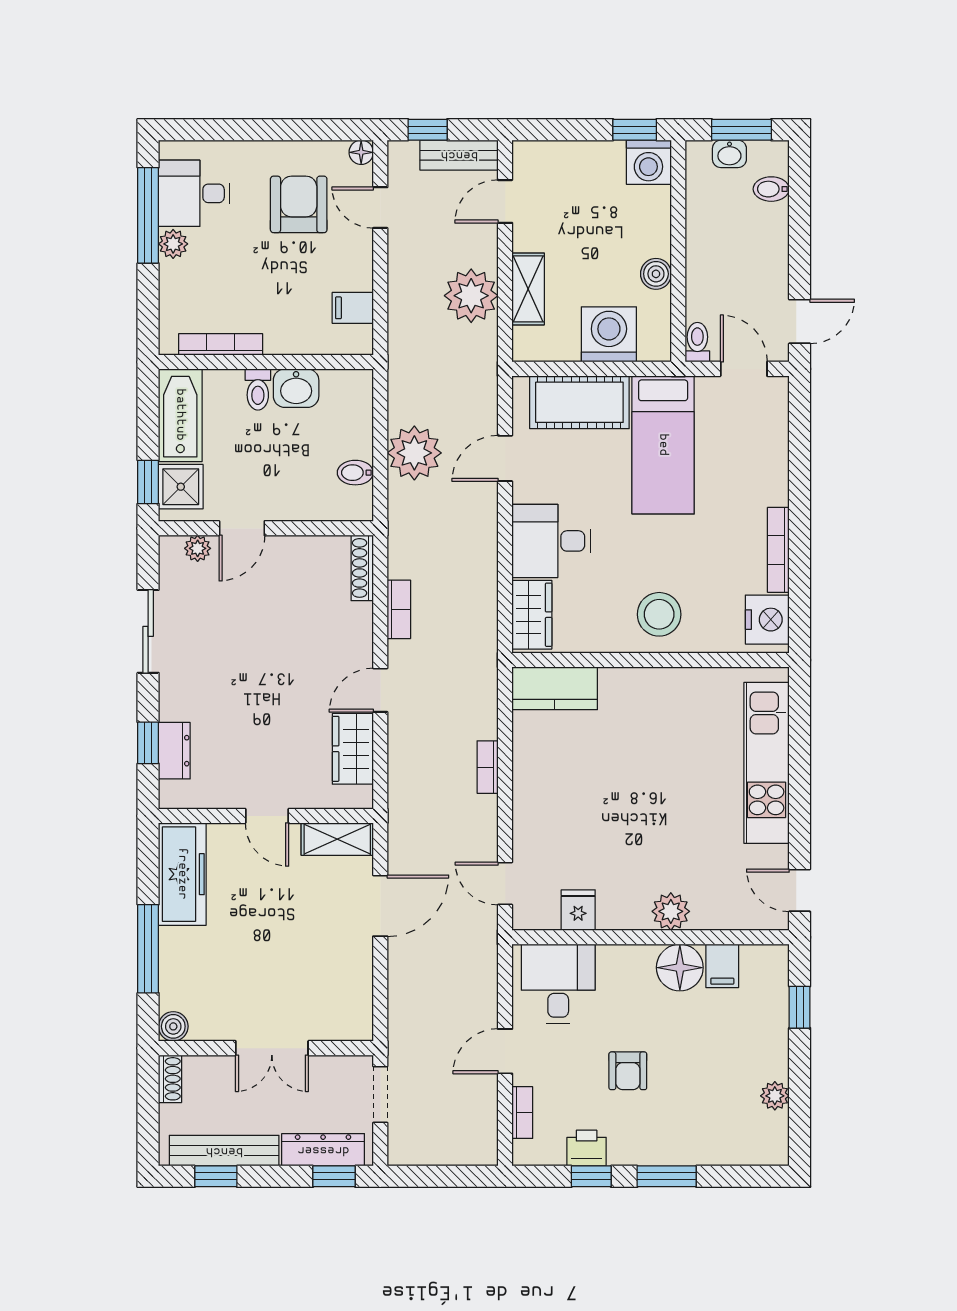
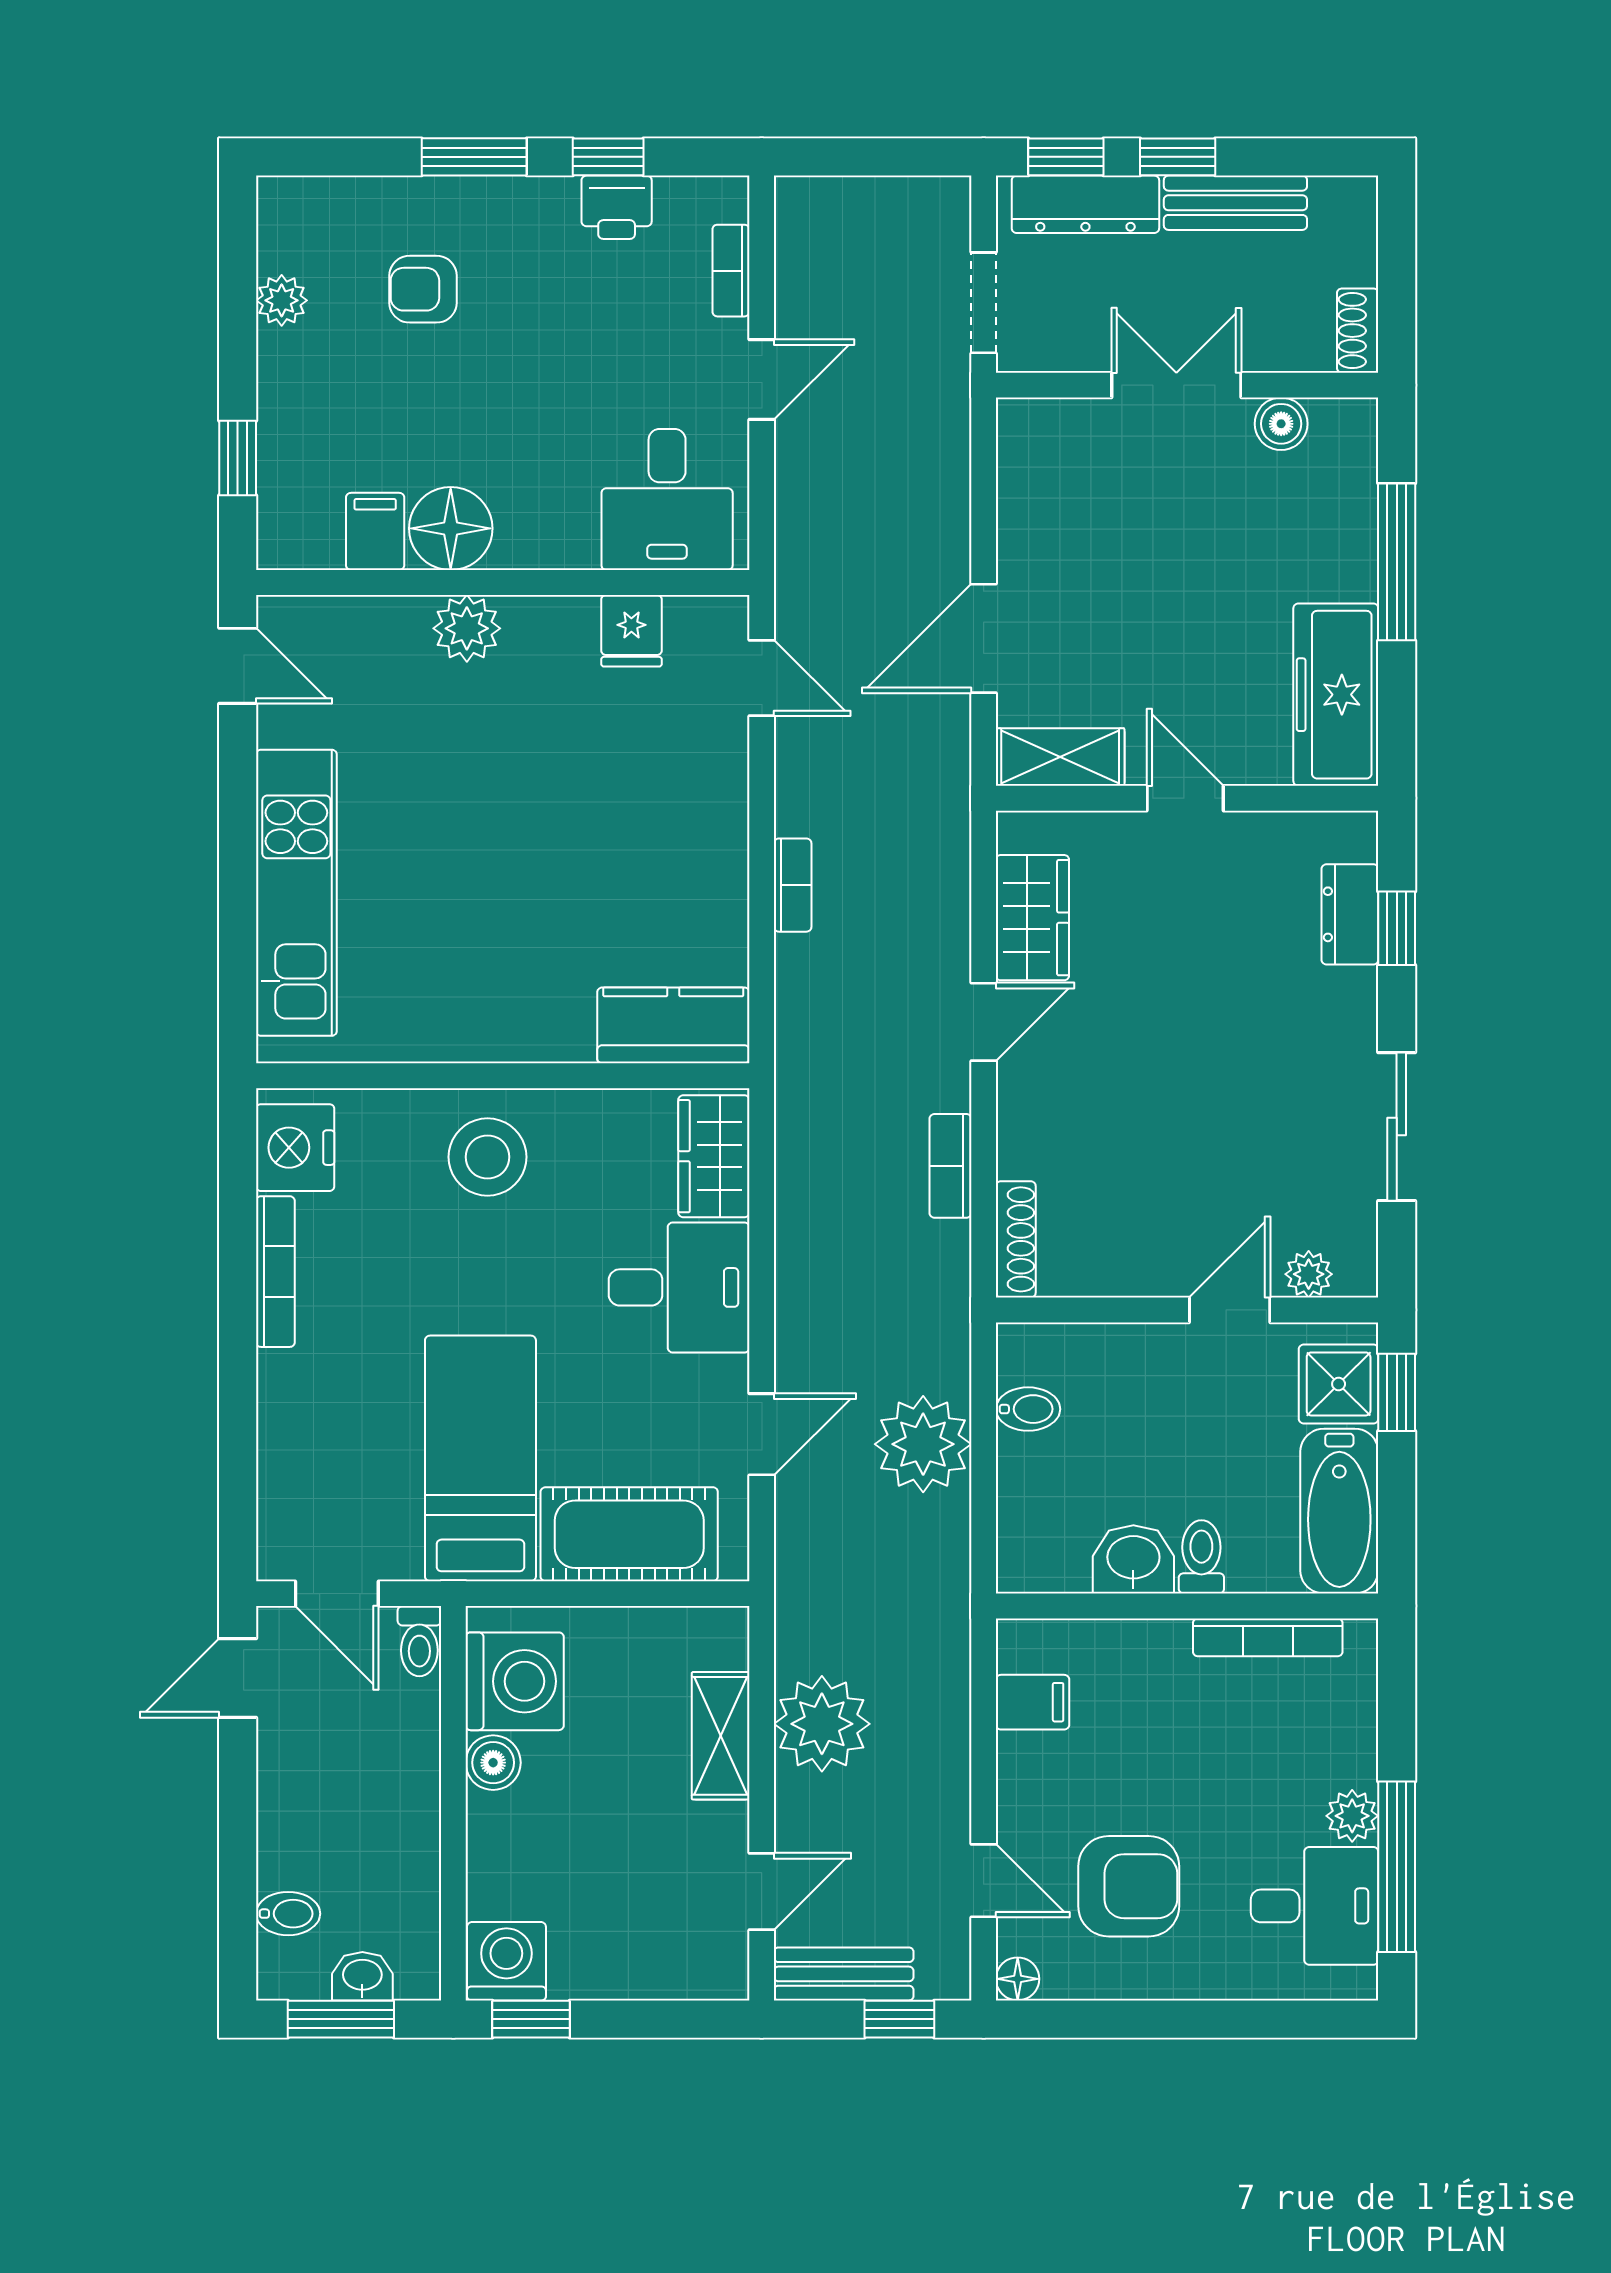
armchair: (299, 204) -> (1129, 1886), turned -90
washing machine: (609, 334) -> (515, 1681), moved, turned -90
boiler: (173, 1026) -> (1281, 424), moved
armchair: (628, 1071) -> (423, 289), moved, turned -90
bench: (224, 1151) -> (1235, 203), width x0.73
window: (216, 1176) -> (1178, 157), moved

